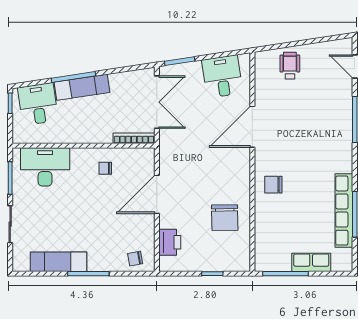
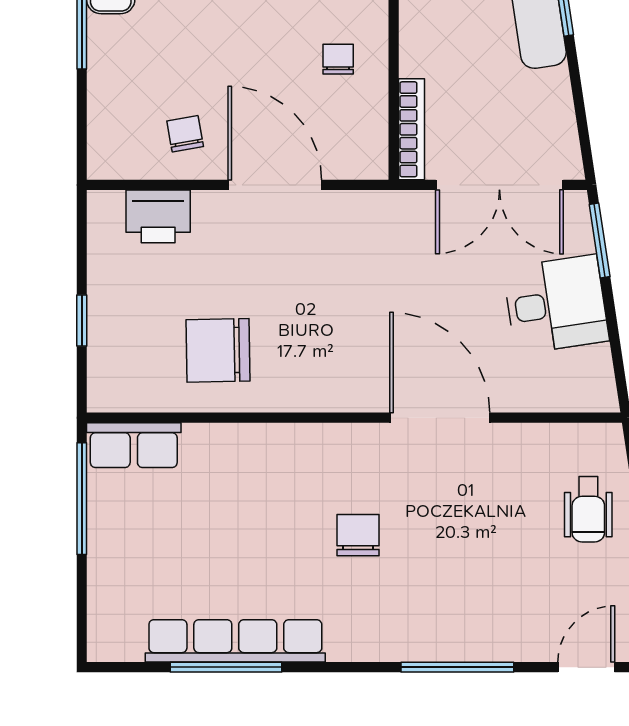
wheelchair: (290, 66) -> (588, 509), turned 90
desk: (222, 76) -> (556, 304), moved
chair: (273, 185) -> (358, 535), moved
chair: (135, 259) -> (185, 134), moved
row of seats: (311, 262) -> (134, 445), moved, turned 90

